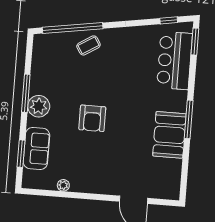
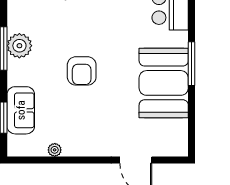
plant: (39, 106) -> (19, 46), moved
booth: (169, 135) -> (164, 83), width x1.36, depth x1.42

